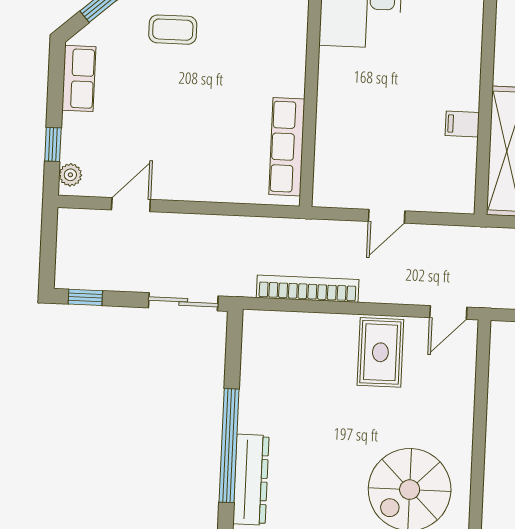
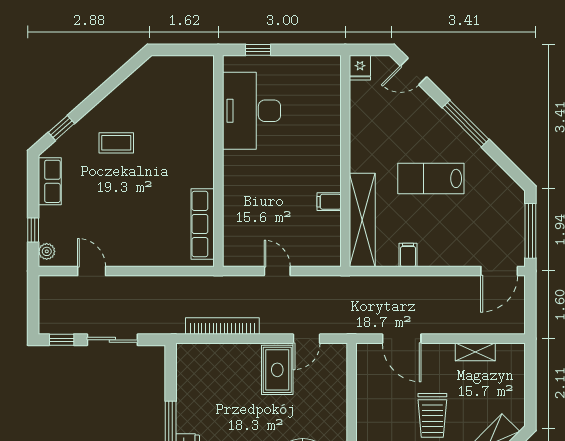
door: (131, 205) -> (92, 271), hinge flipped
door: (387, 216) -> (277, 271), swing flipped
sliding door: (183, 302) -> (112, 340), moved
door: (448, 312) -> (306, 339), moved

